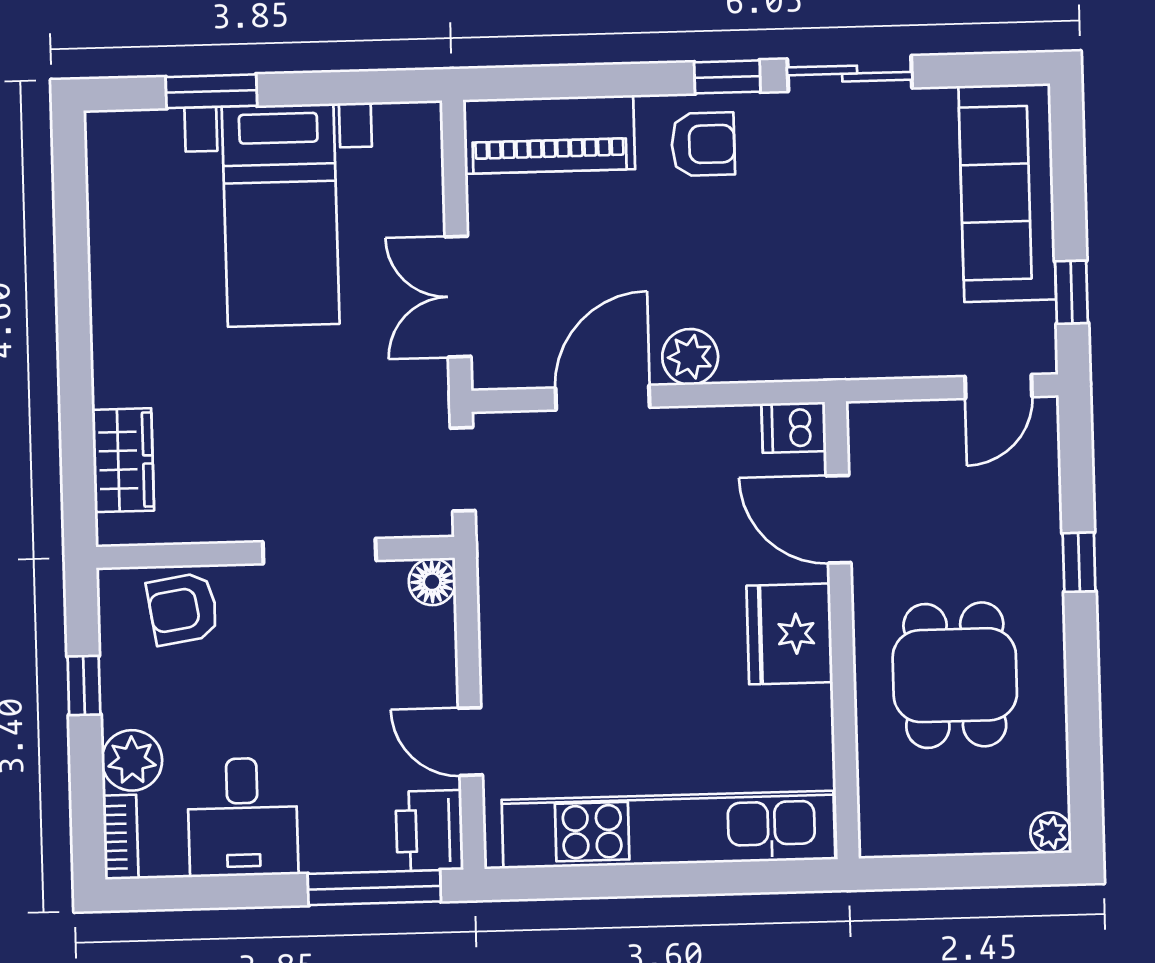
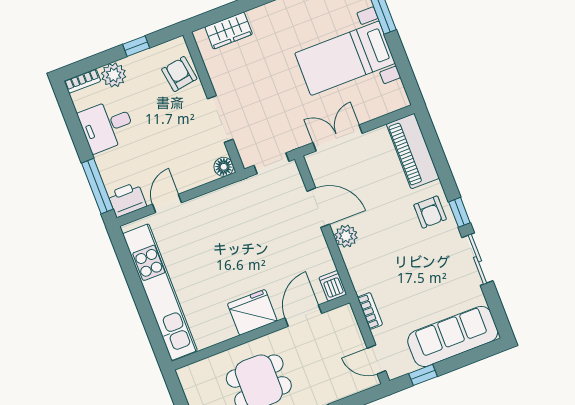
bookcase: (882, 362) -> (370, 311), added

